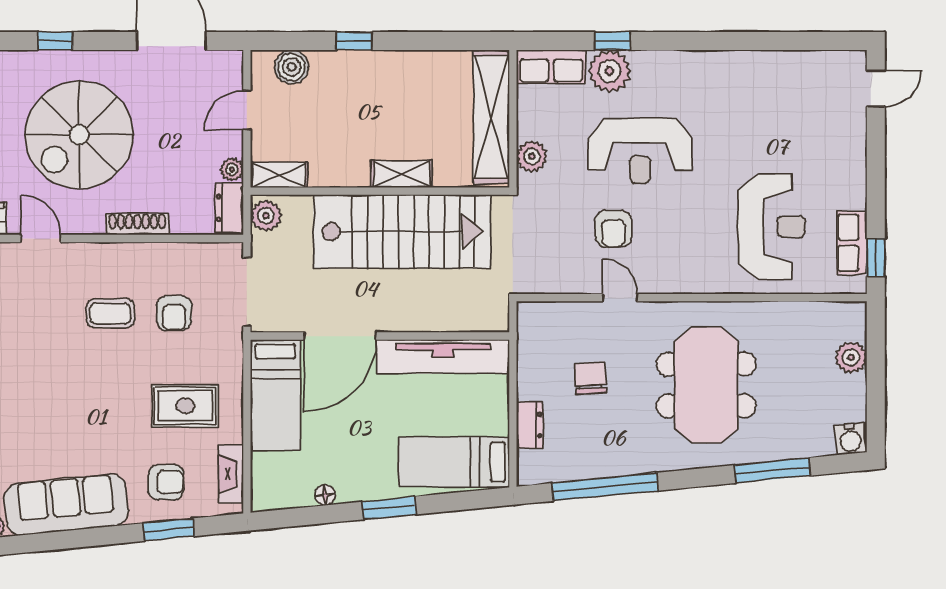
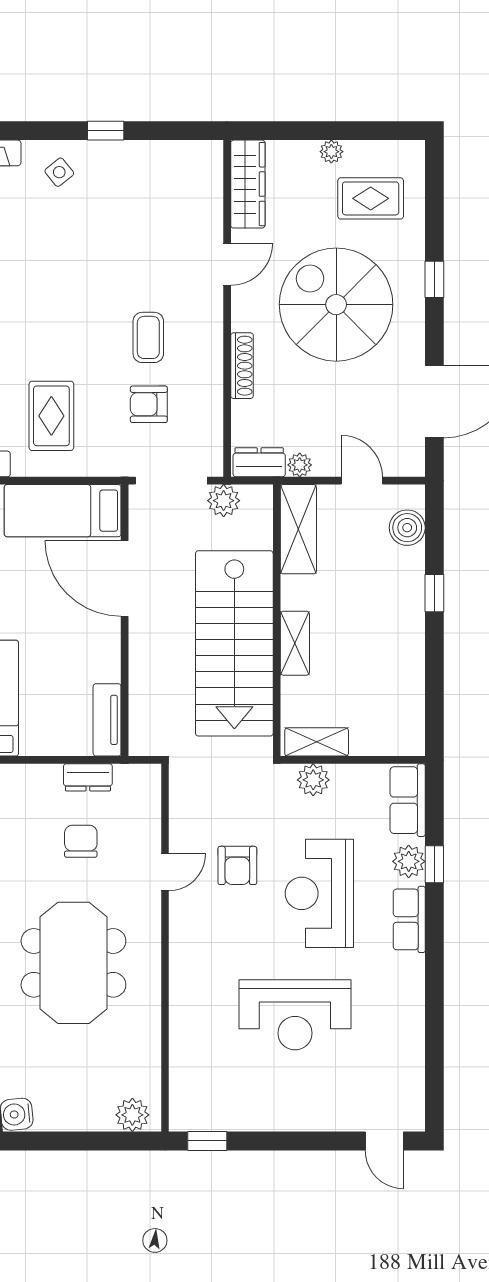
plant: (610, 71) -> (409, 861), width x0.73, depth x0.73
shelving: (491, 117) -> (317, 742), width x0.45, depth x0.75
shelving: (279, 175) -> (298, 529), width x1.50, depth x1.33
plant: (266, 216) -> (224, 501), moved
reception desk: (772, 227) -> (295, 1015), moved
armchair: (613, 229) -> (237, 865), turned -90
row of seats: (852, 243) -> (409, 919), moved, turned -90
tv unit: (443, 357) -> (107, 720), width x0.52, depth x0.78
plant: (851, 357) -> (132, 1115), moved
chair: (590, 378) -> (81, 841), turned -86
meeting table: (706, 385) -> (73, 963), turned 90
dresser: (529, 425) -> (88, 777), moved

